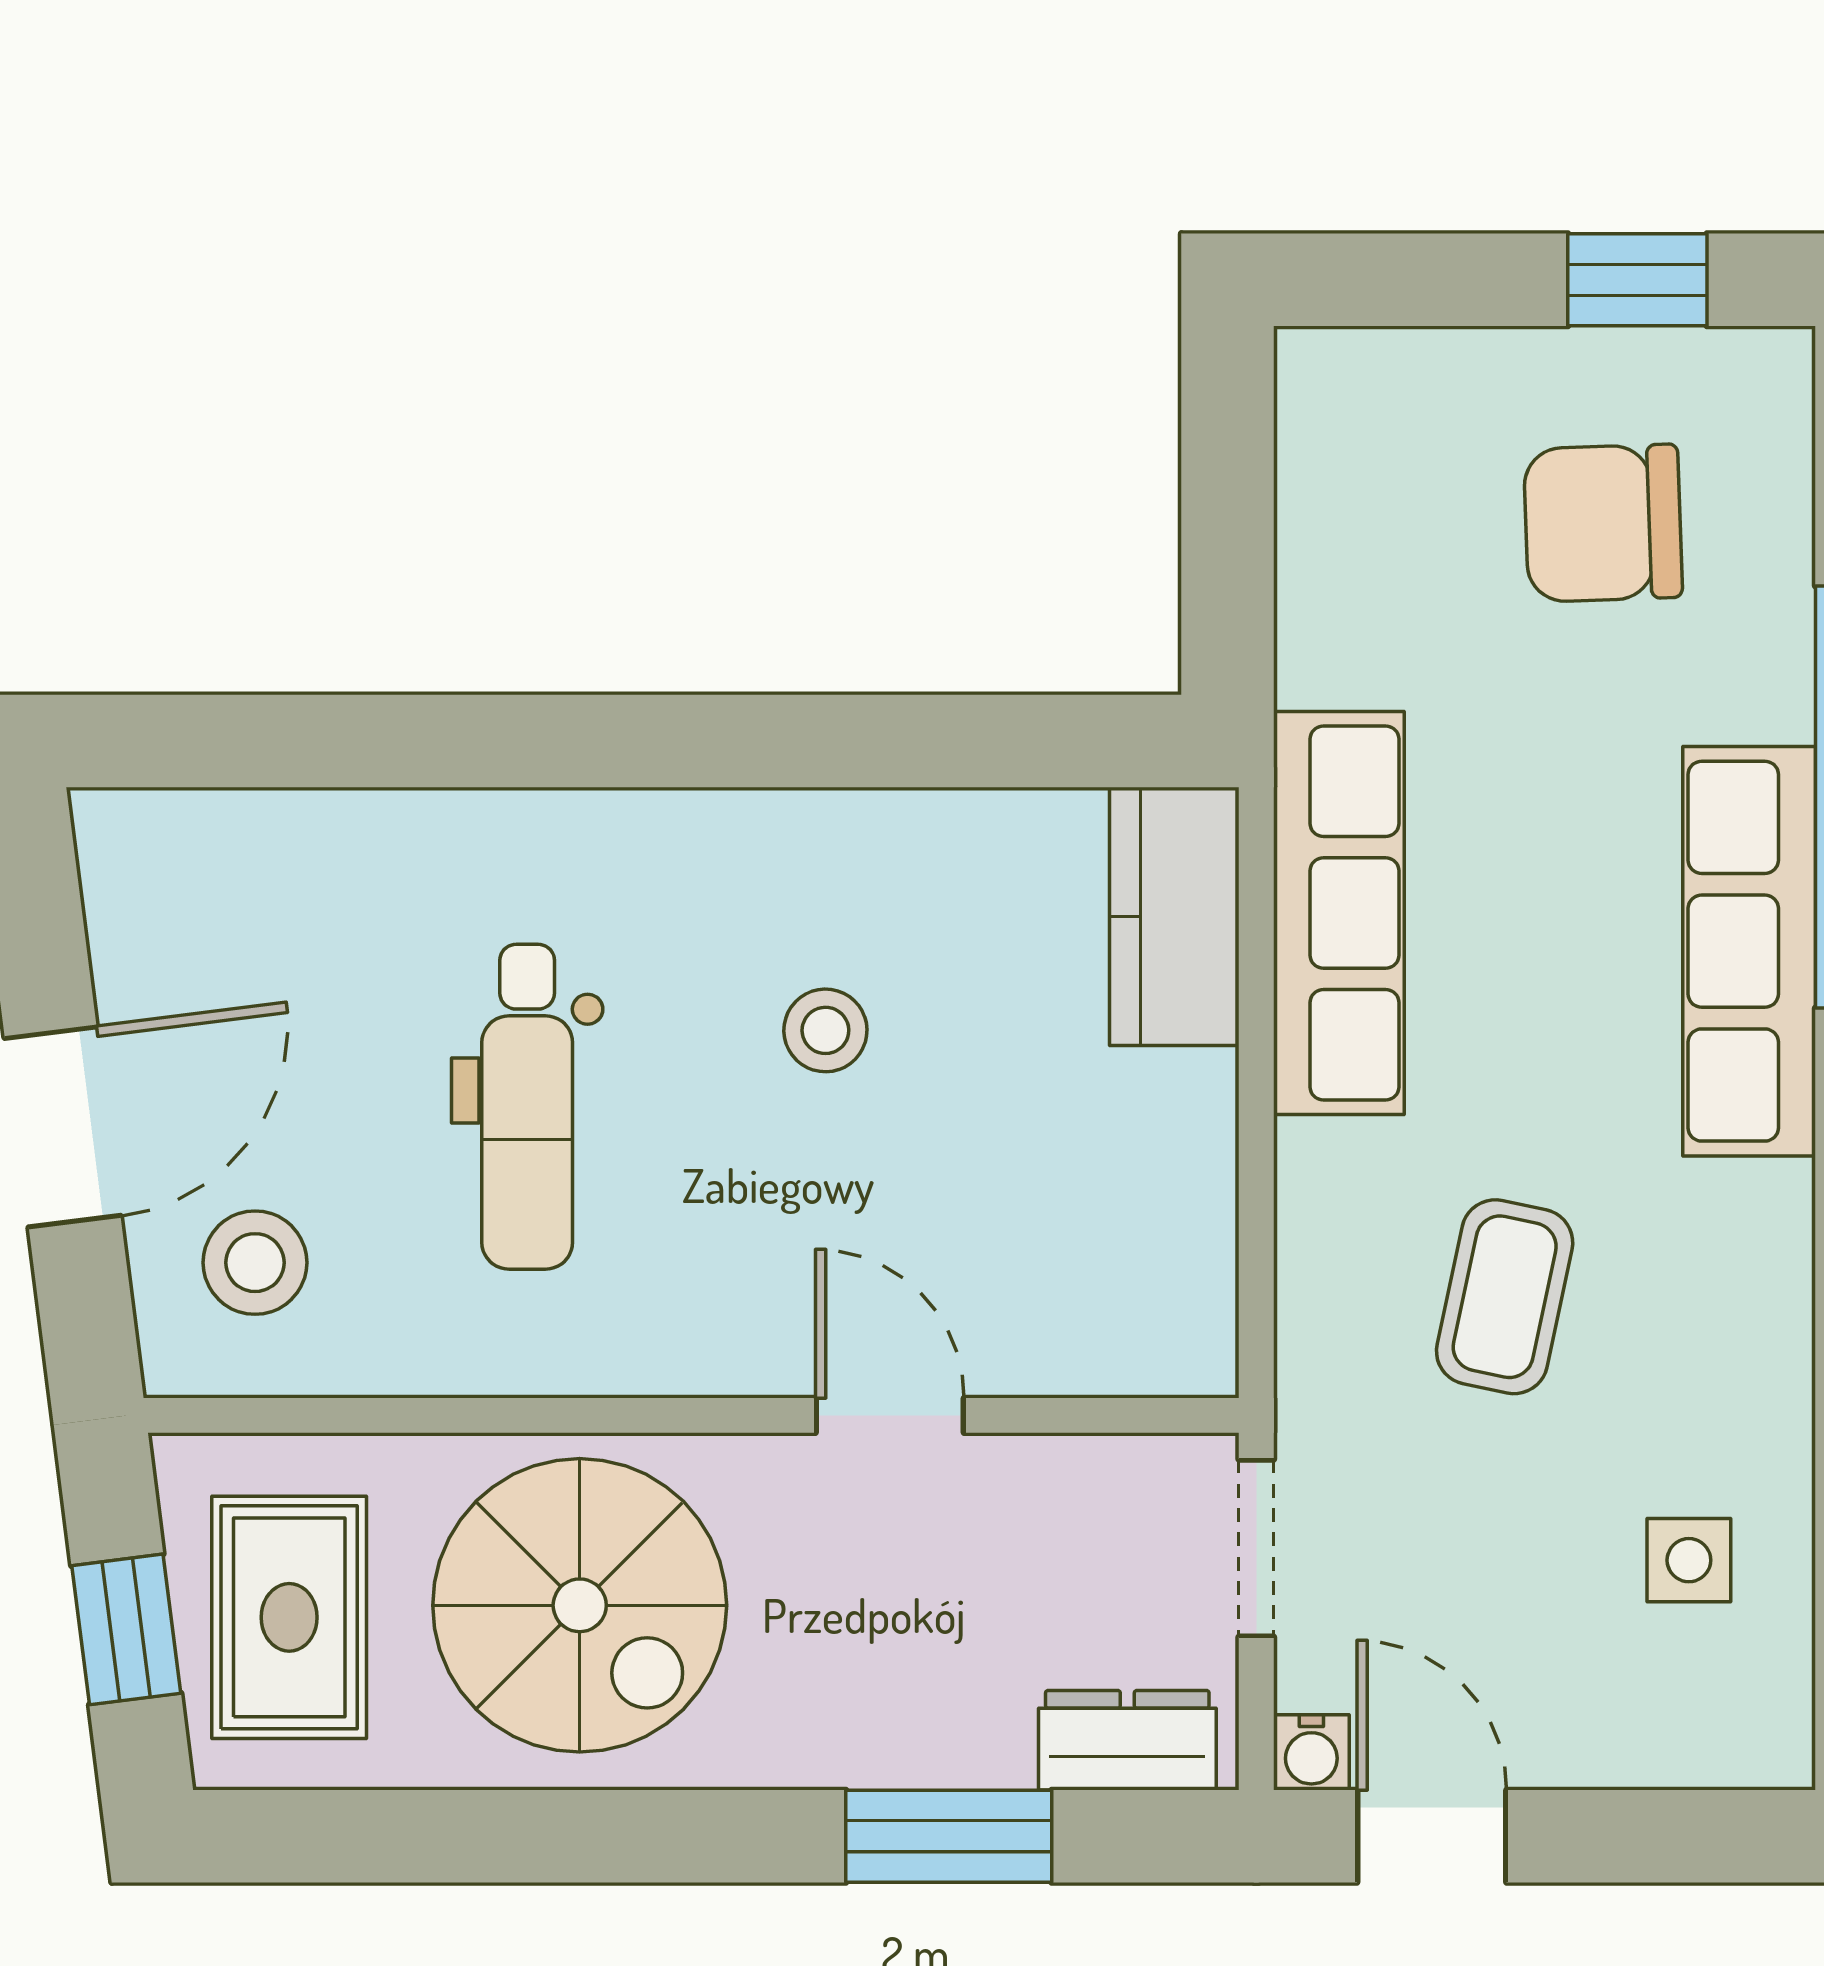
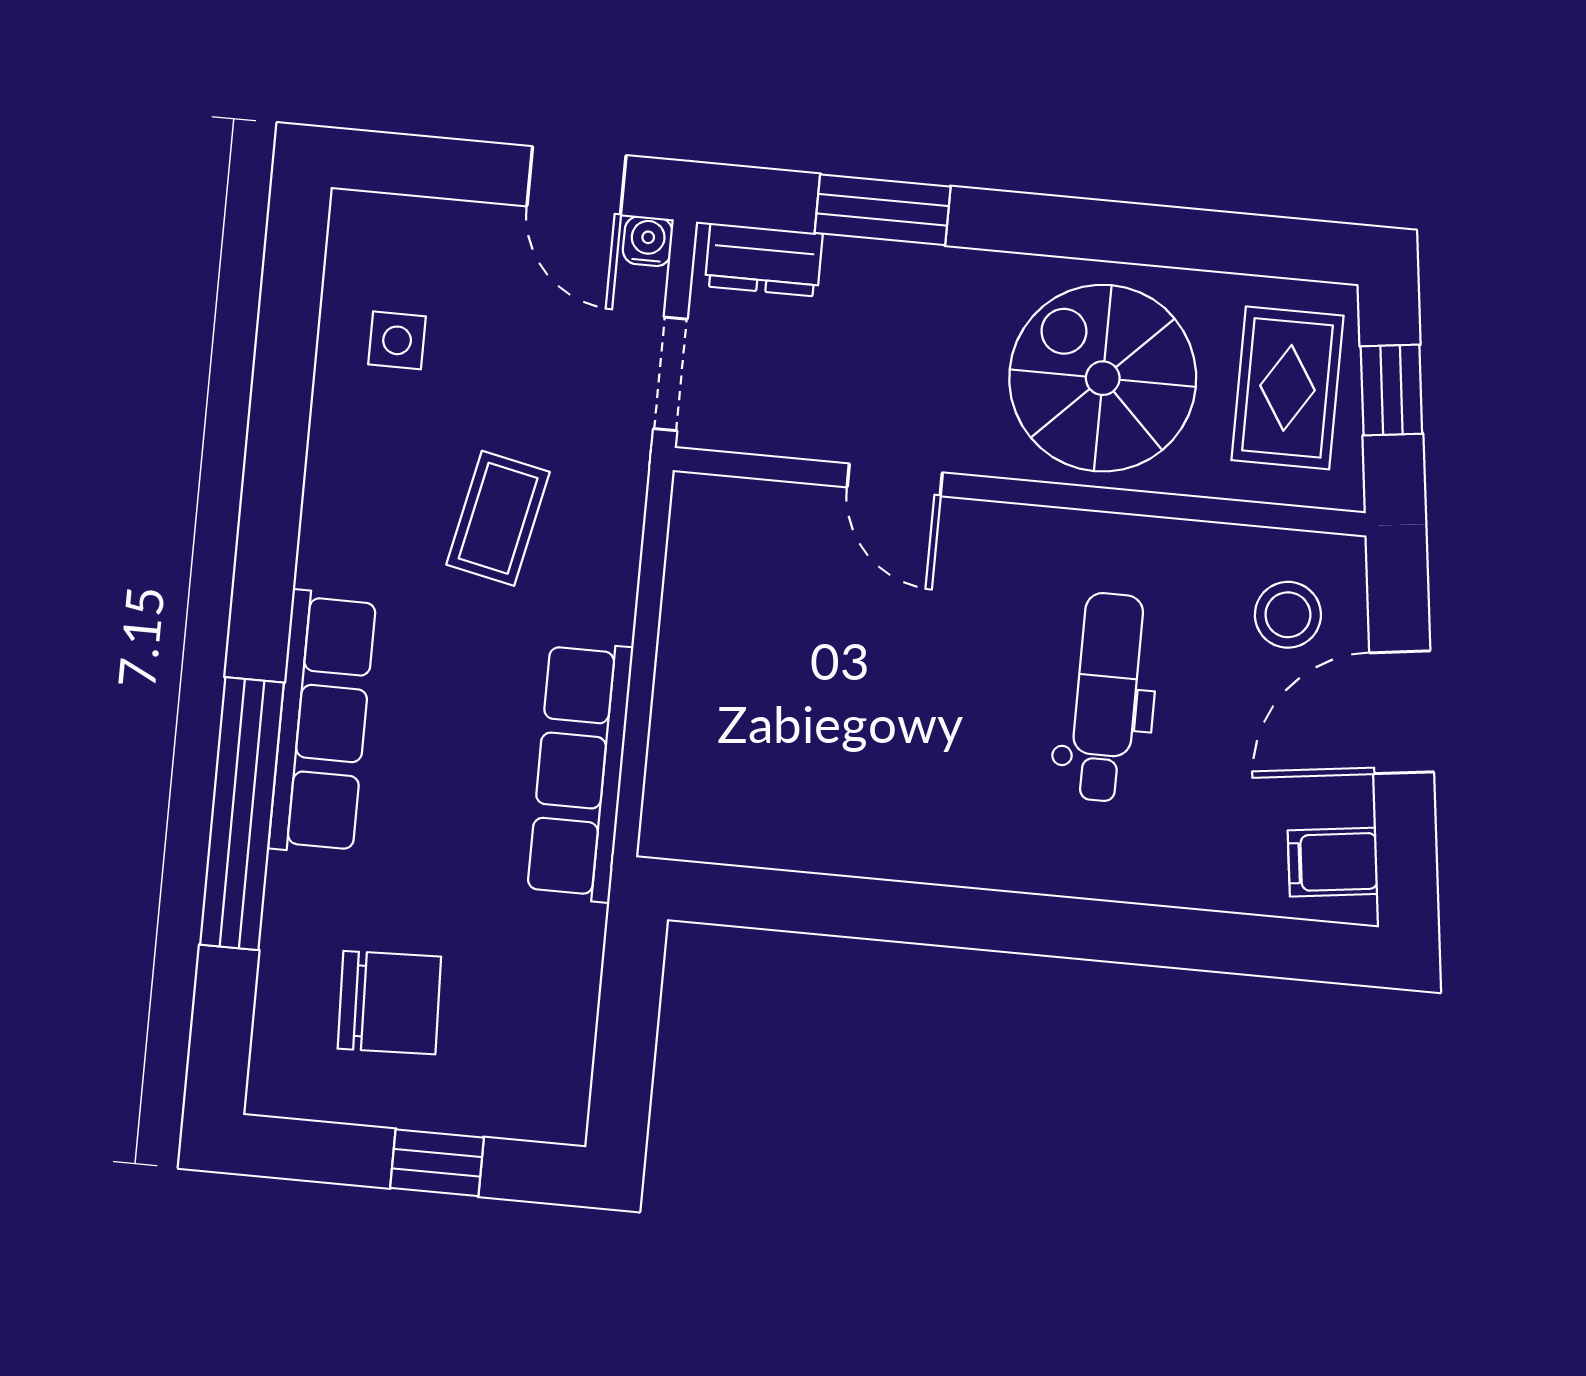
window: (1637, 280) -> (437, 1163), moved
filing cabinet: (148, 882) -> (1333, 862), added
kitchen counter: (1174, 916) -> (685, 779), removed
stool: (825, 1030) -> (913, 728), removed

